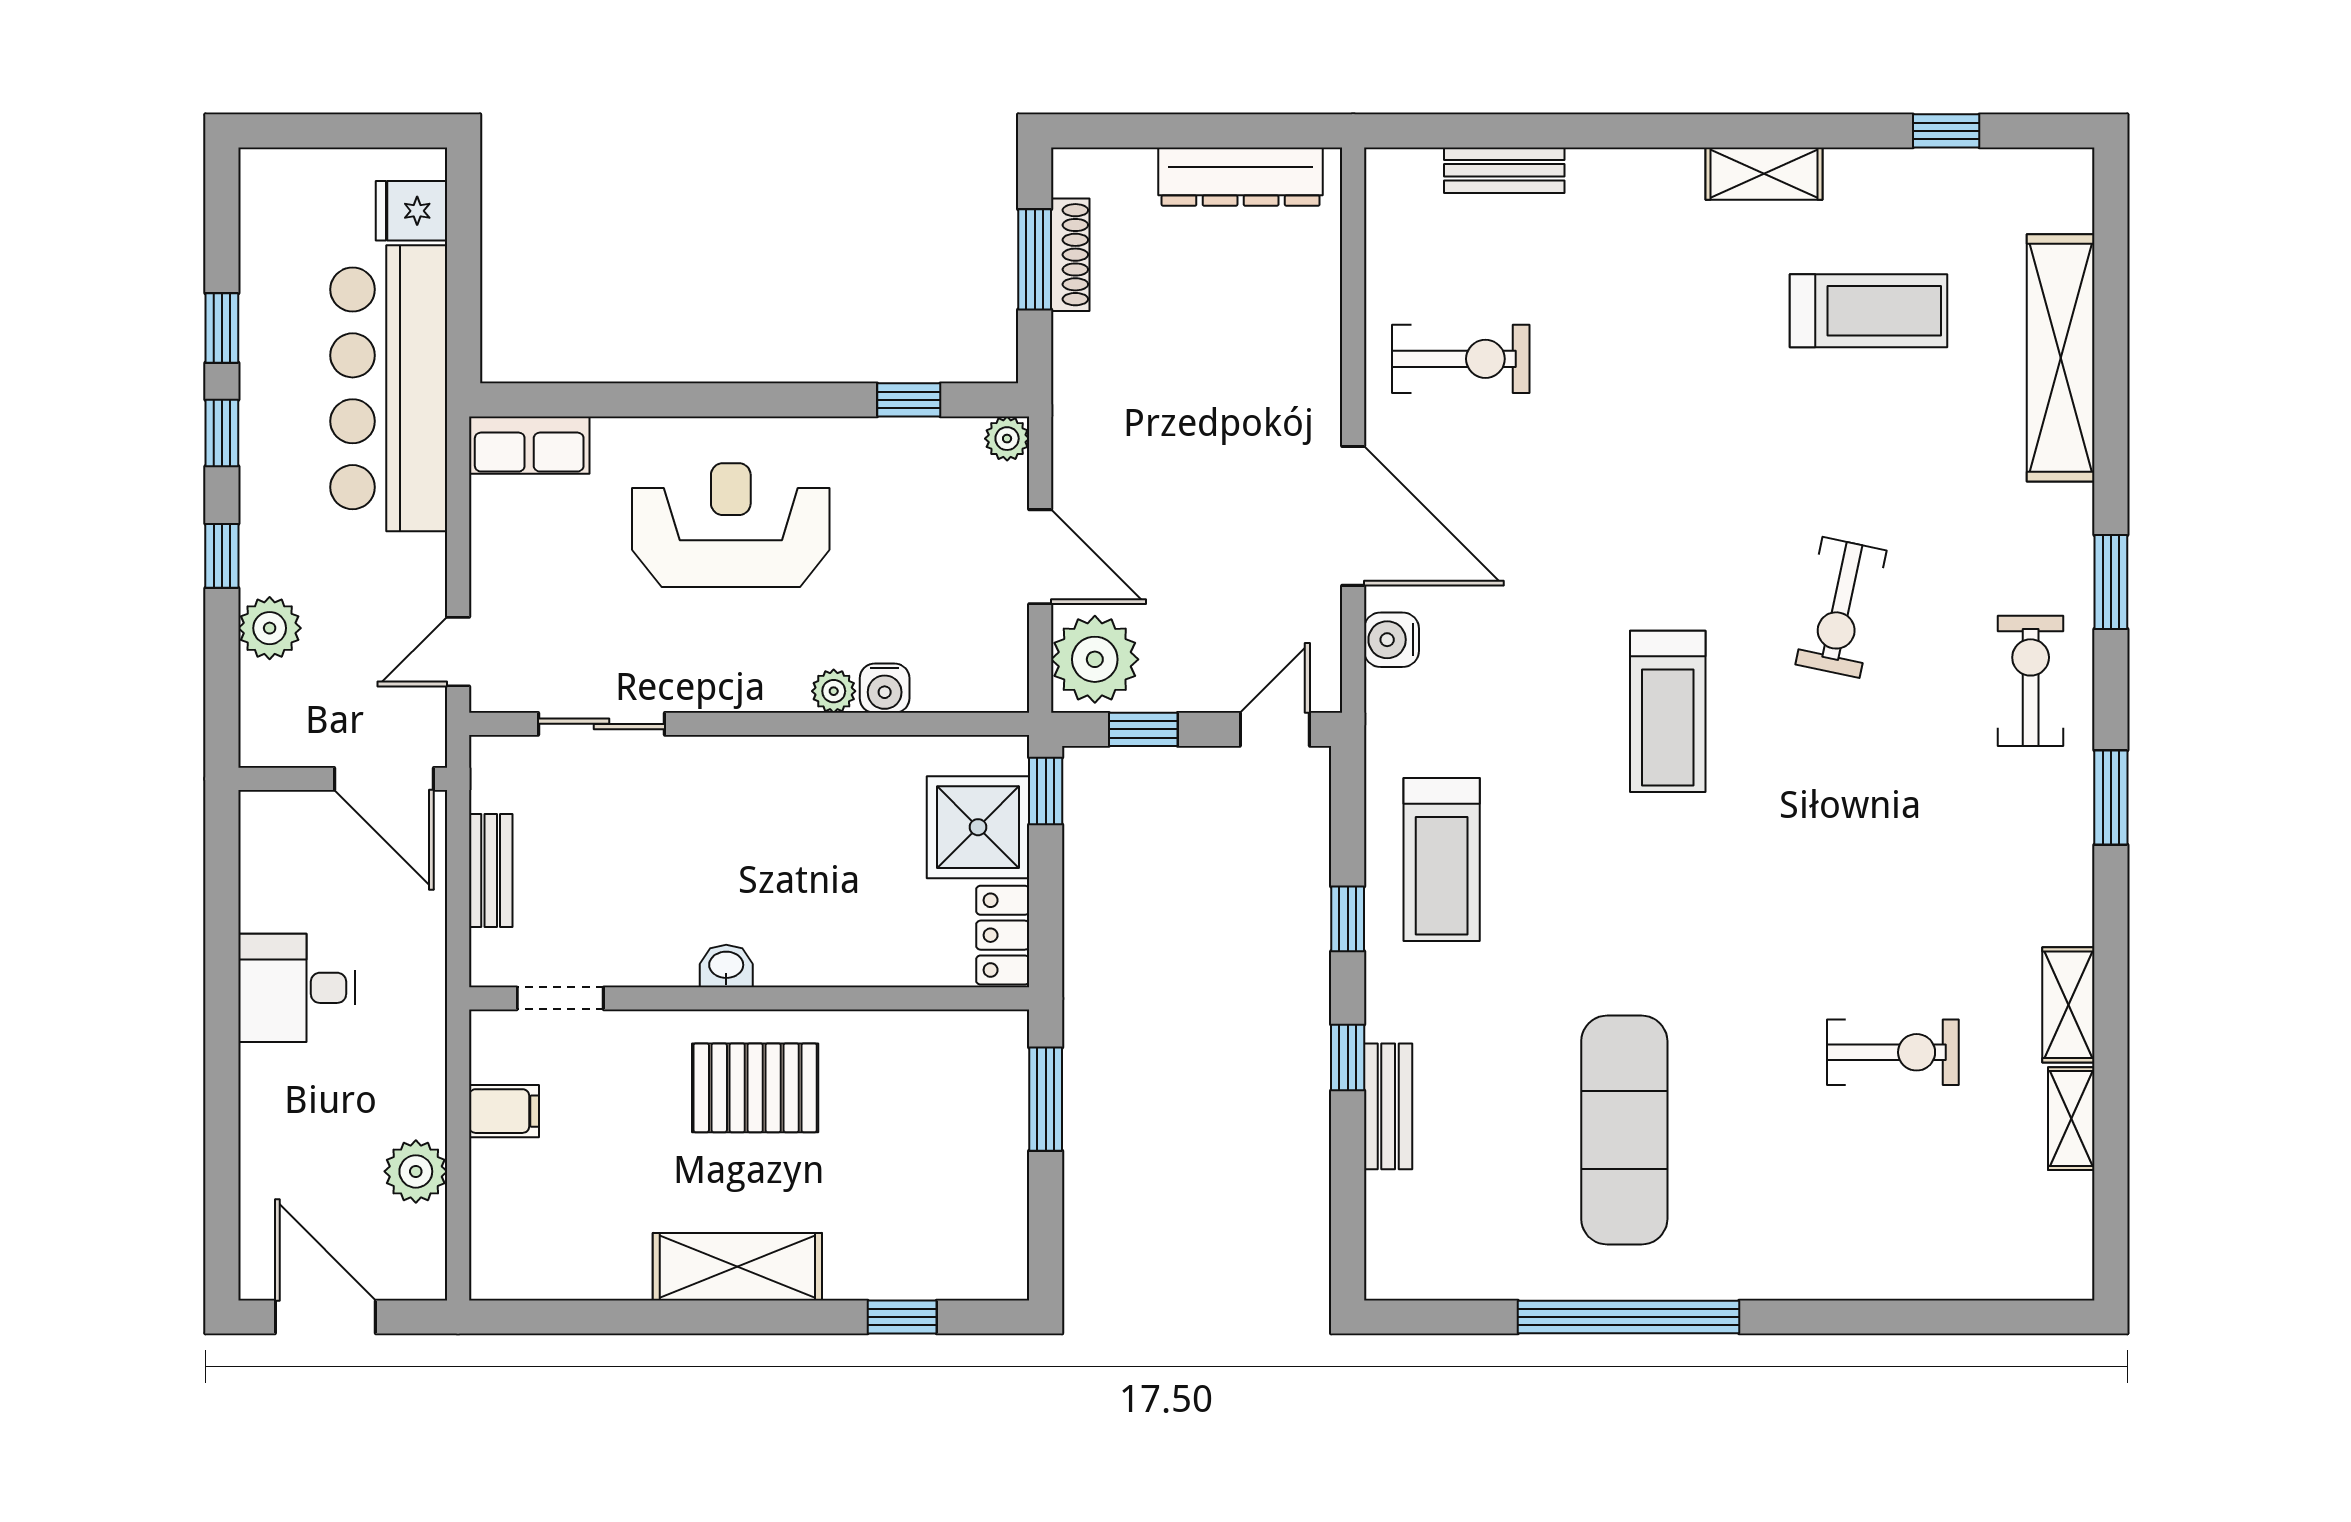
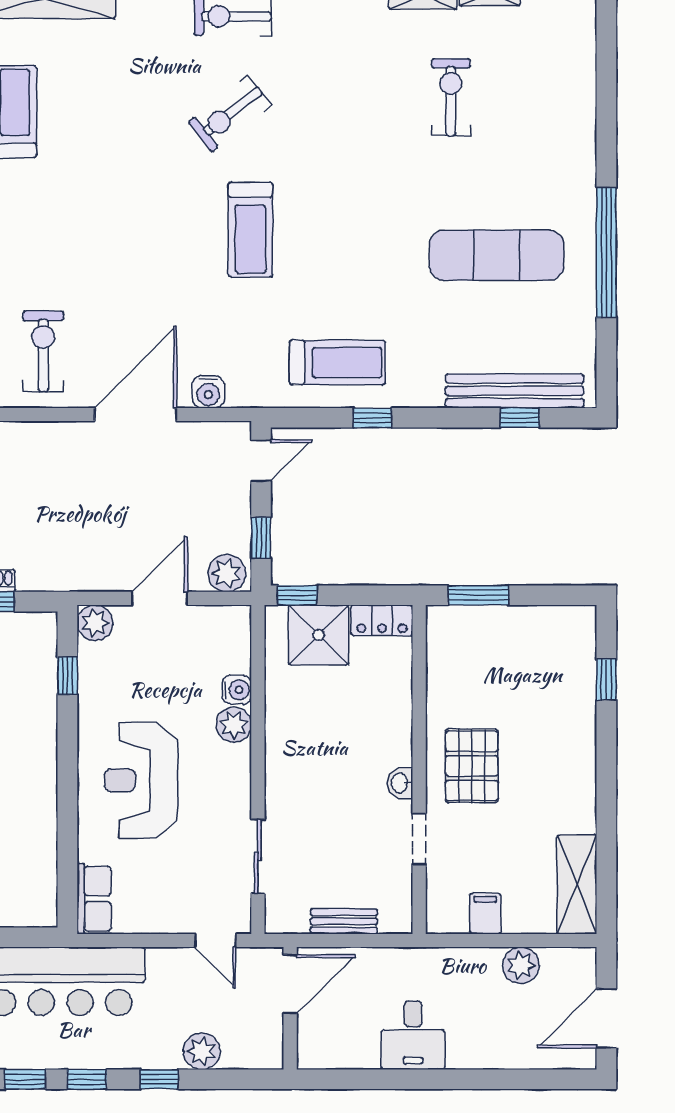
plant: (1007, 439) -> (95, 623), width x1.38, depth x1.38
exercise bike: (1841, 607) -> (230, 114), moved, turned 130
plant: (1095, 659) -> (227, 573), width x0.73, depth x0.73
plant: (834, 691) -> (234, 725), width x1.38, depth x1.38
treadmill: (1668, 711) -> (250, 230), turned 90
door: (1275, 729) -> (261, 460), swing flipped
doorway: (560, 998) -> (419, 839), moved
window: (1348, 1058) -> (520, 418), moved
bench: (1388, 1106) -> (515, 391), width x1.86, depth x1.21
shelving: (737, 1267) -> (577, 884), moved

